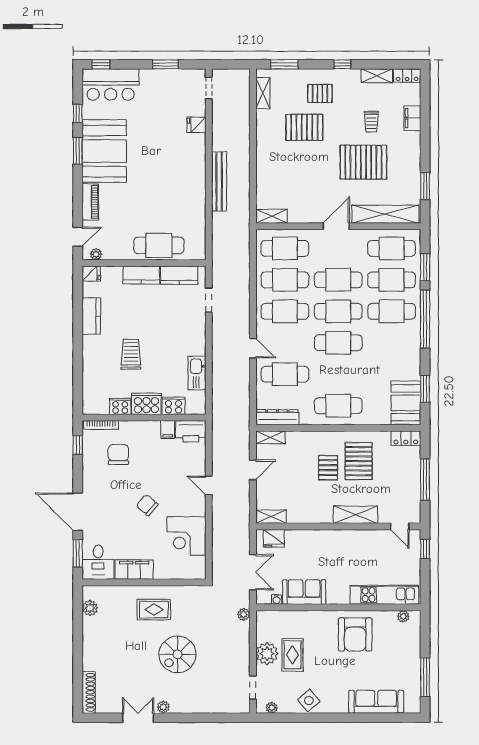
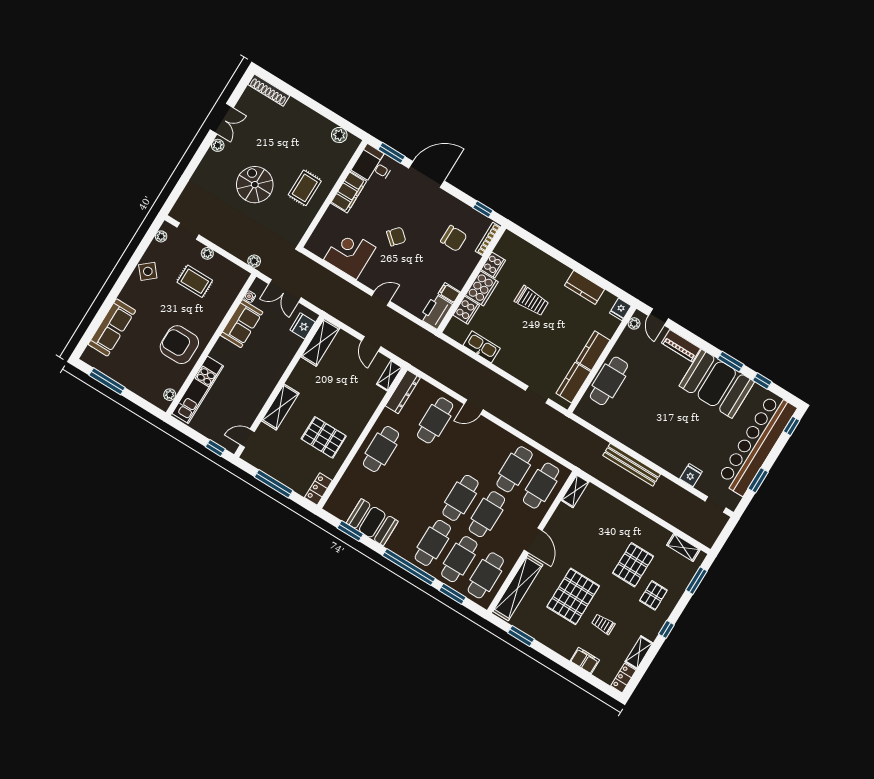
bar counter: (111, 85) -> (757, 444), width x1.86
cafe table: (285, 311) -> (488, 453), removed
cafe table: (338, 343) -> (434, 482), removed
booth: (406, 403) -> (372, 522), moved
pallet: (328, 468) -> (334, 408), removed
shelving: (271, 517) -> (320, 342), width x1.50, depth x1.33
plant: (267, 654) -> (207, 253), width x0.53, depth x0.53

